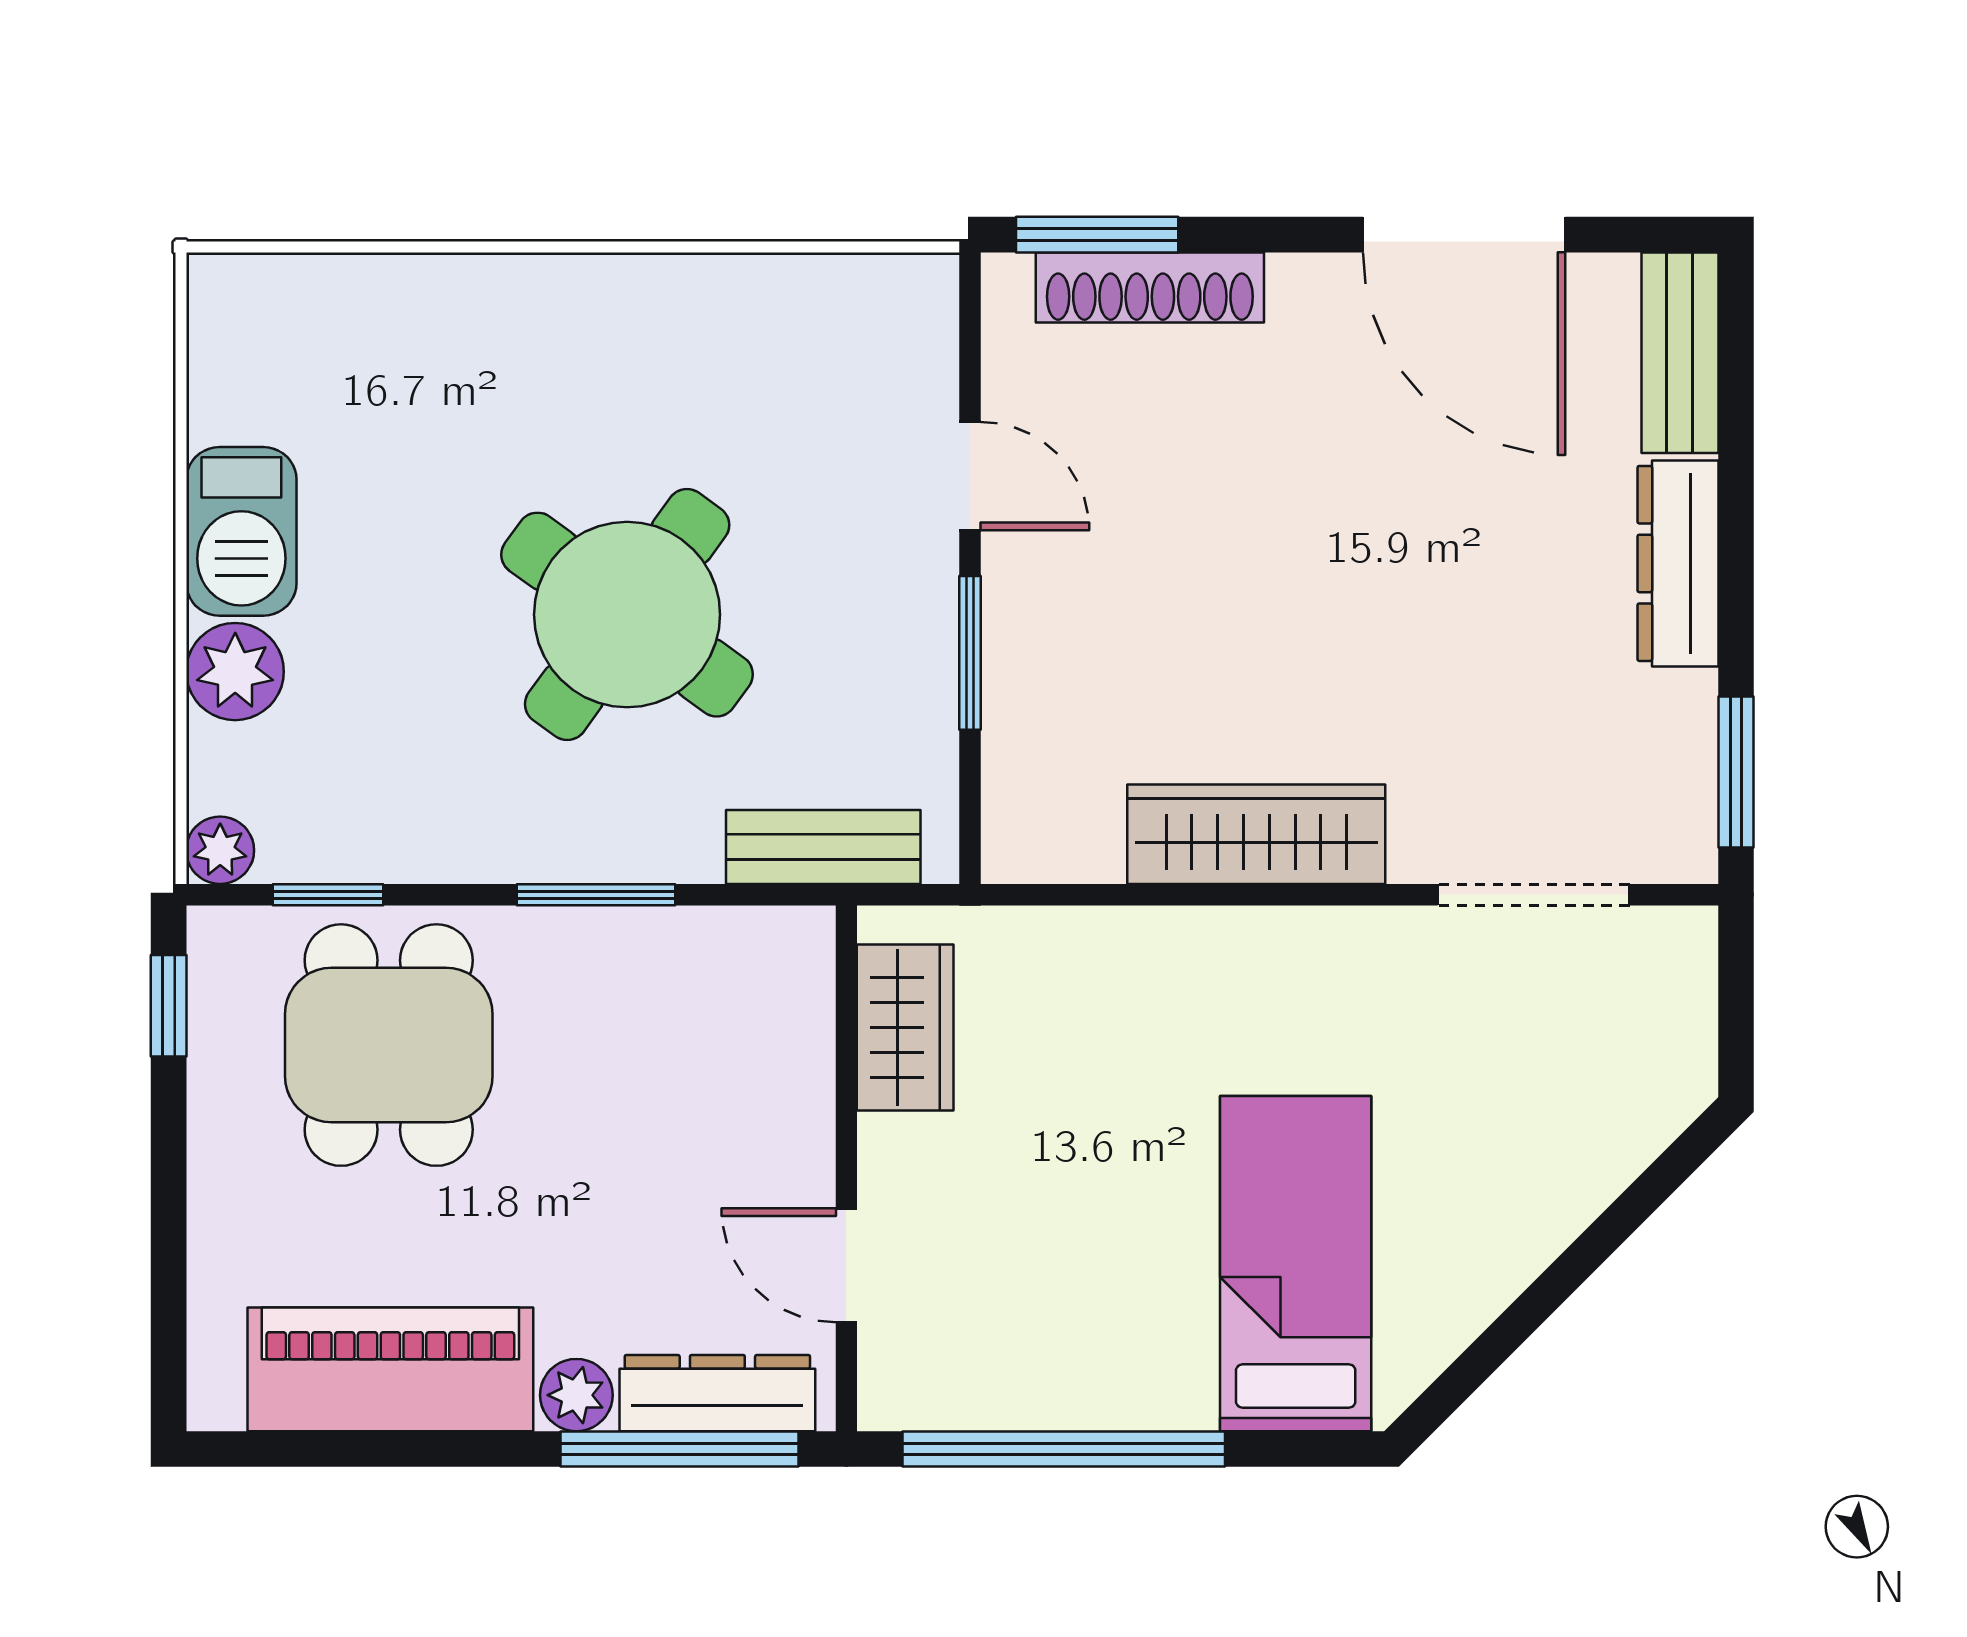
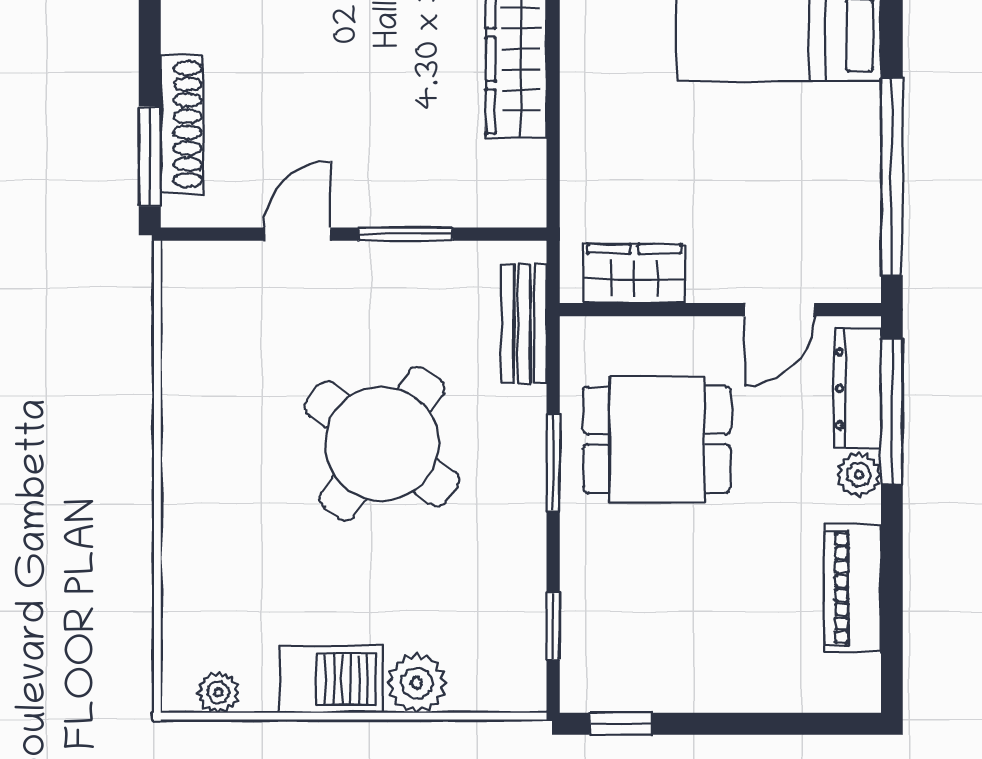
plant: (220, 850) -> (218, 692), moved
dining table: (389, 1045) -> (657, 439), moved
piano: (390, 1369) -> (853, 588), width x0.73, depth x0.75

